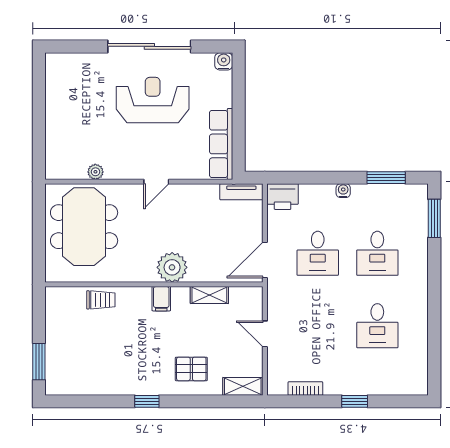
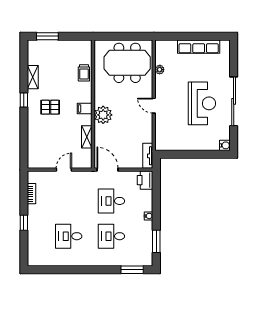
row of seats: (221, 144) -> (199, 47), moved, turned 180
pallet: (191, 369) -> (50, 107), moved, turned 90
shelving: (243, 386) -> (33, 77), moved

